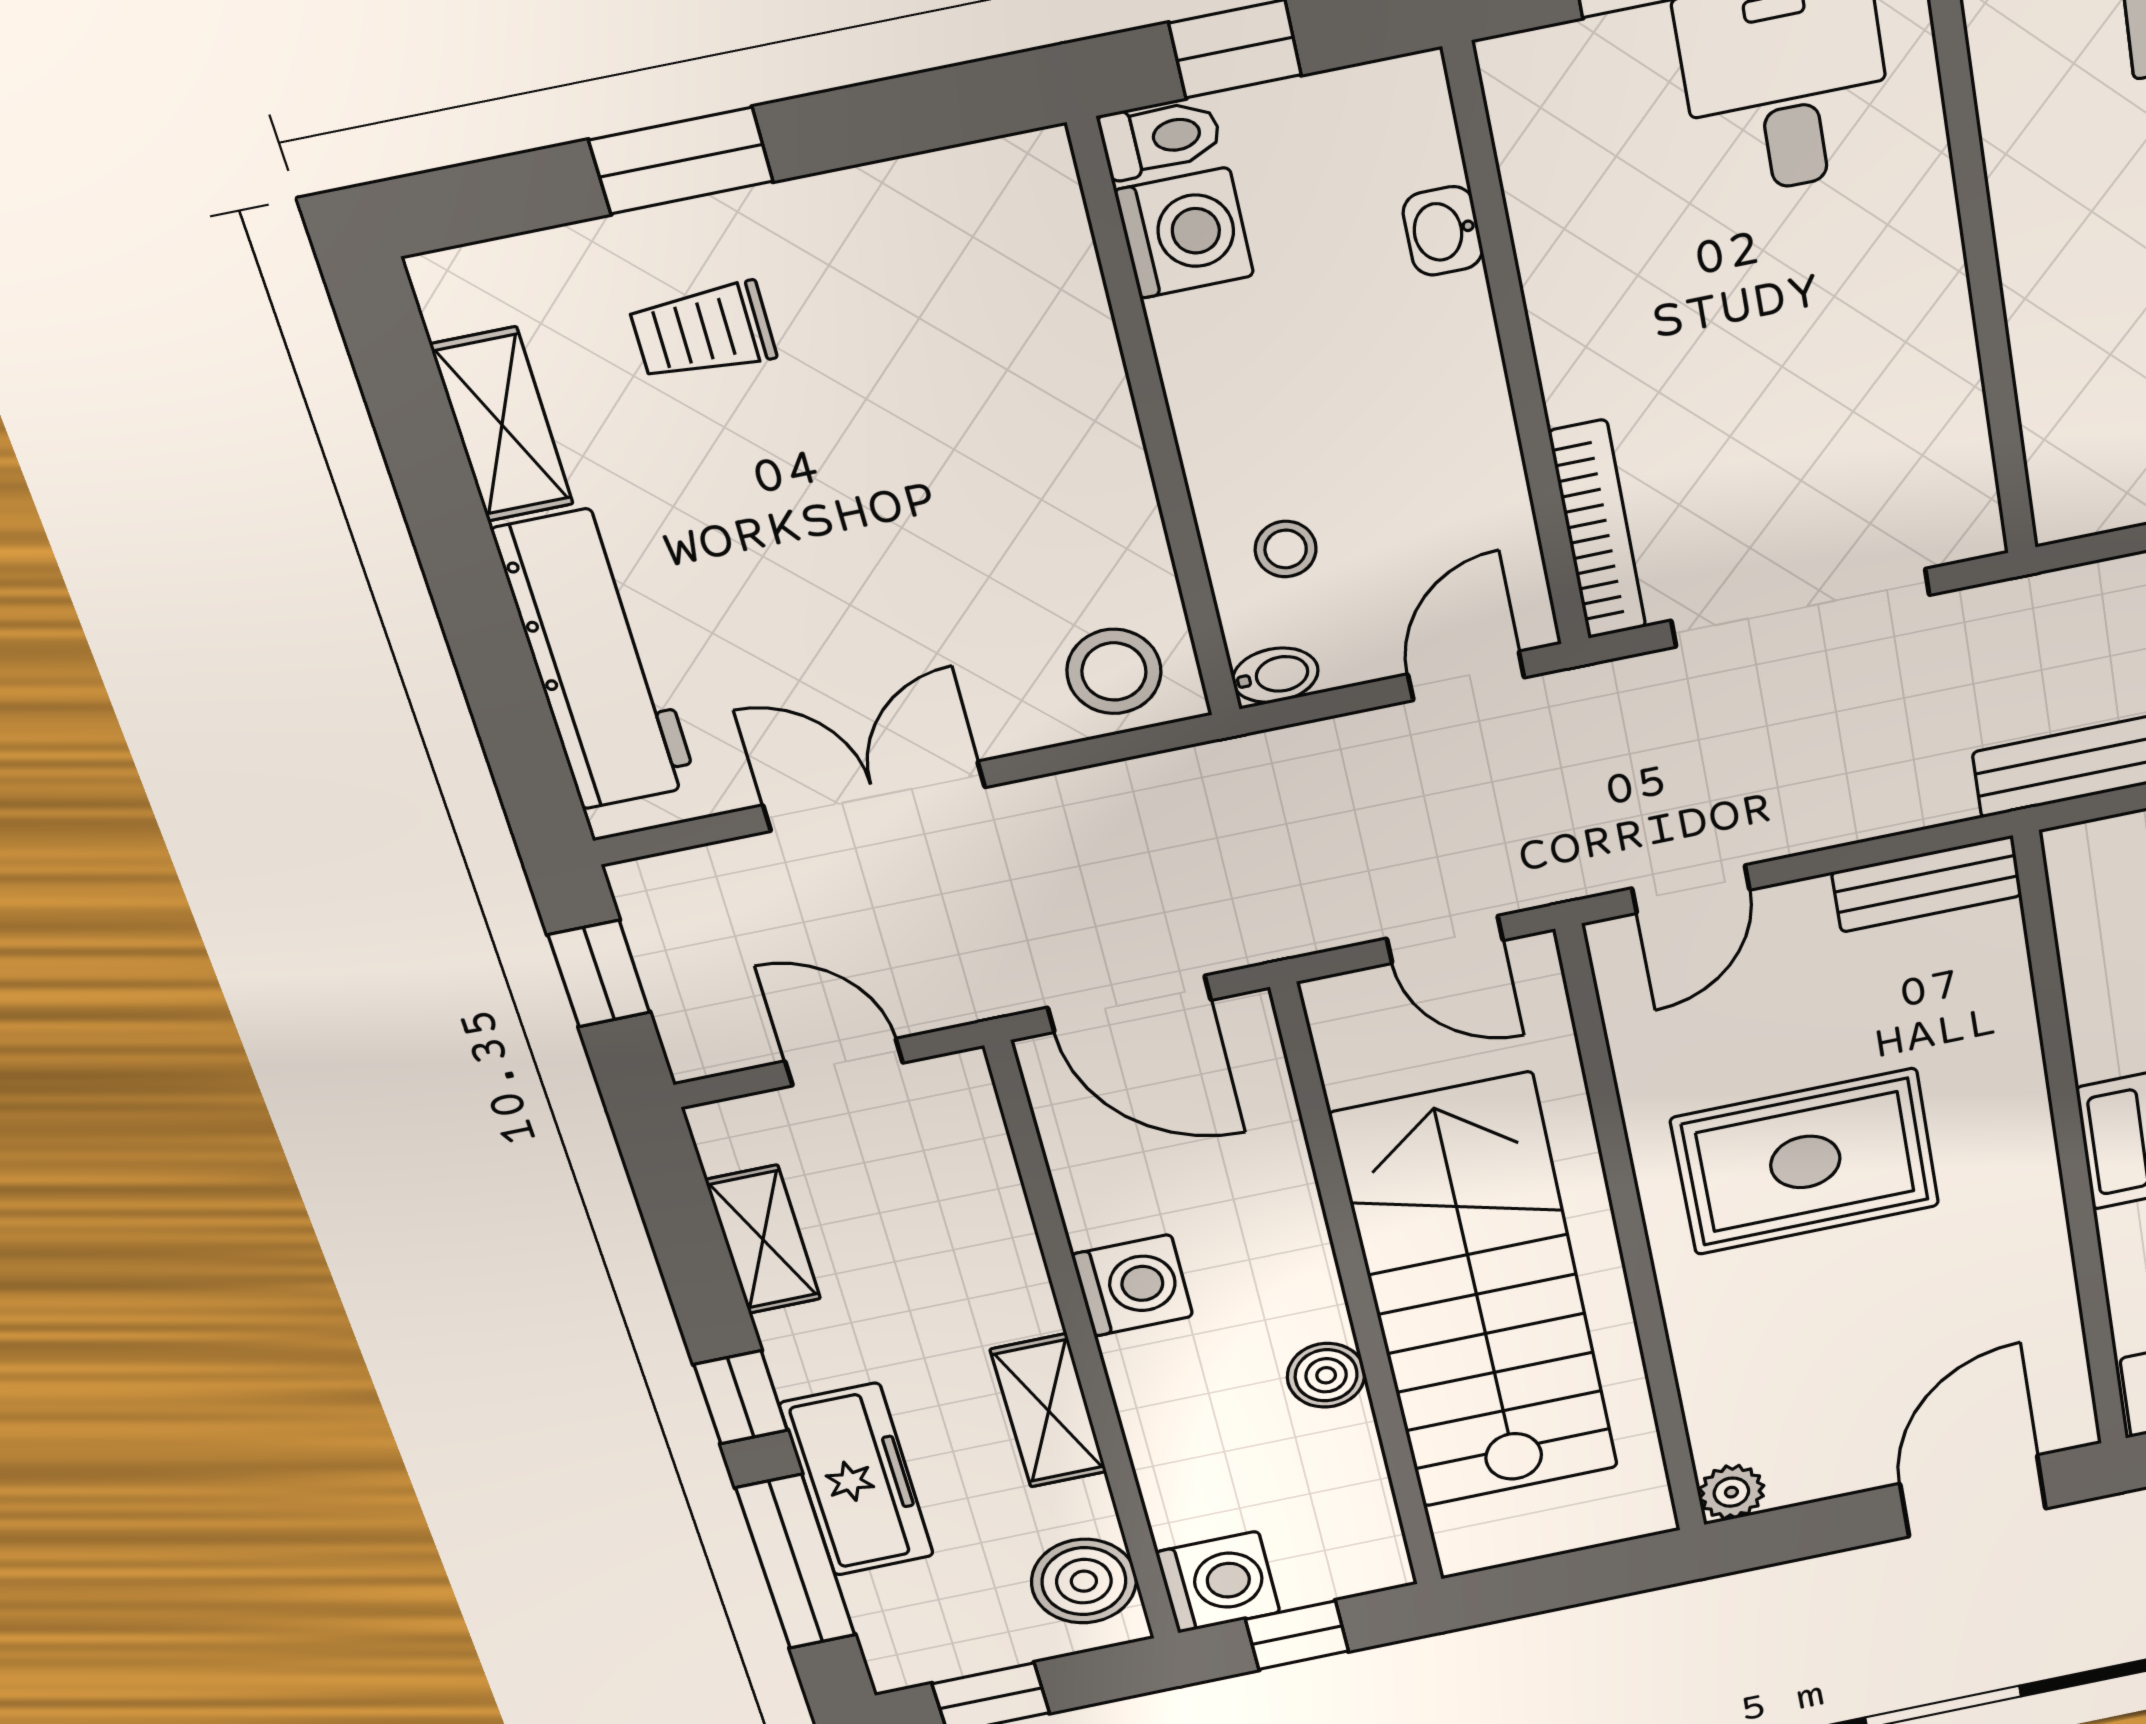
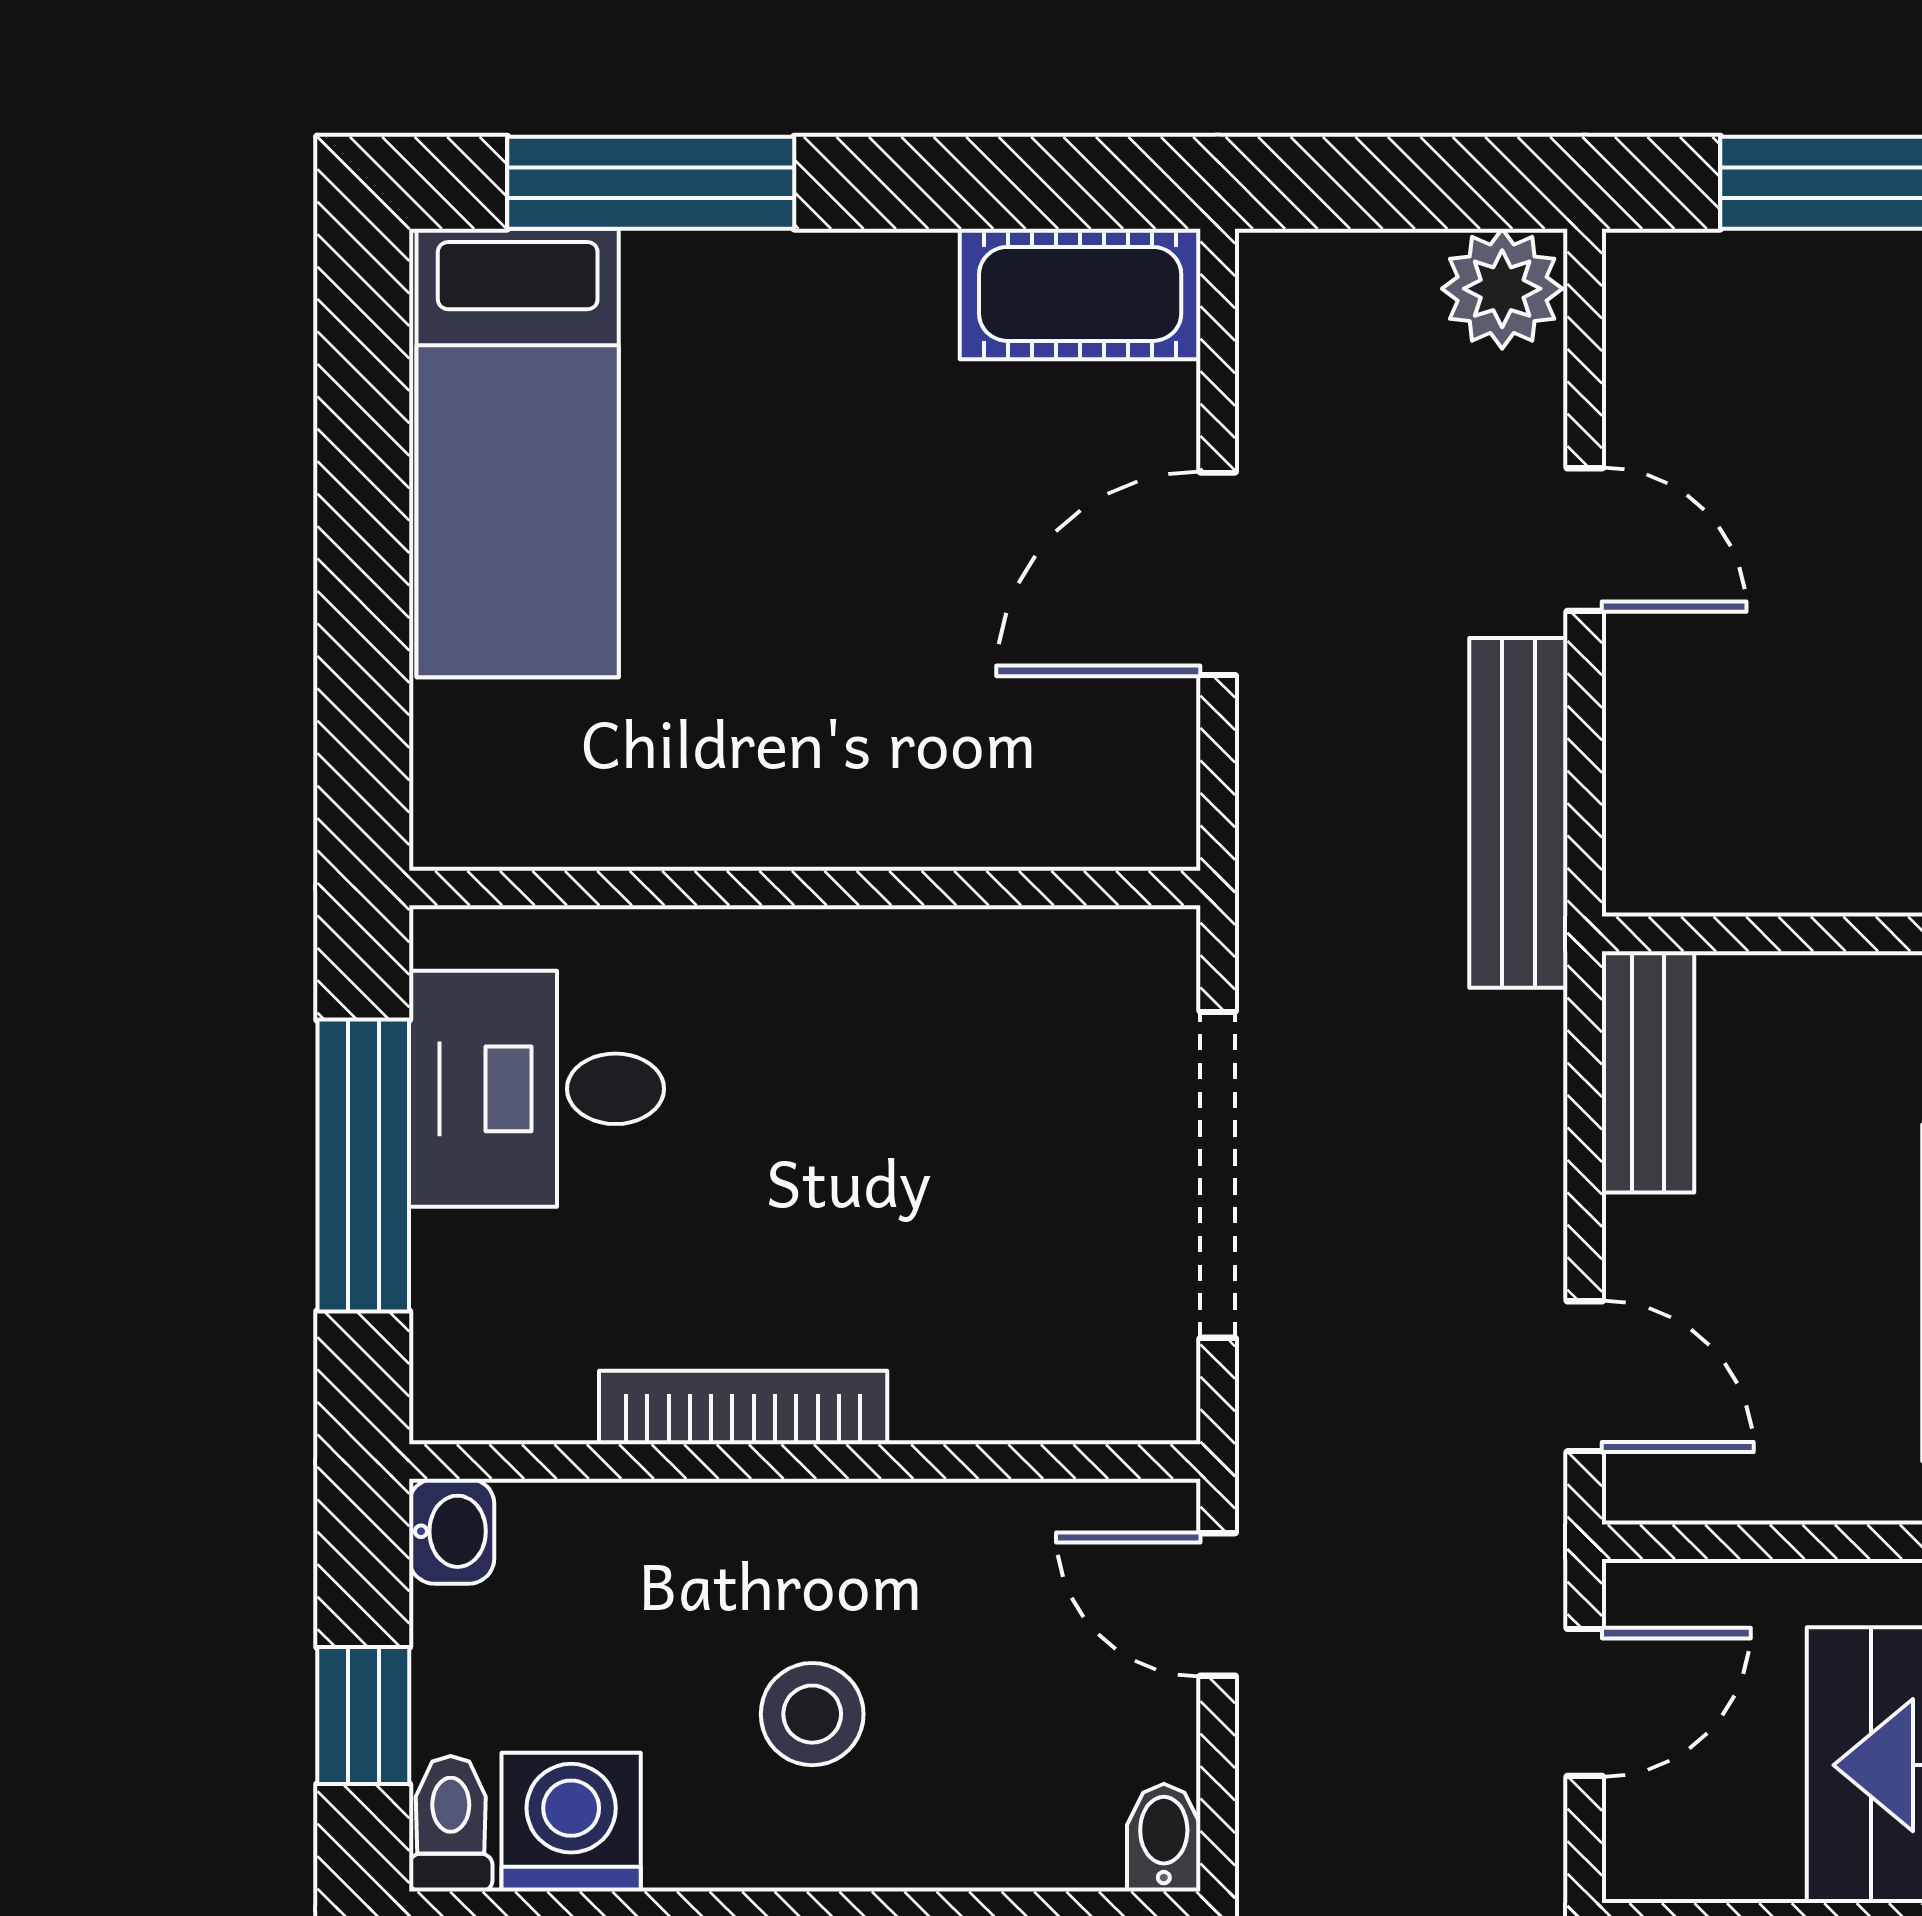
washbasin: (1443, 231) -> (452, 1531), moved, turned -90
bookcase: (1597, 530) -> (743, 1407), moved
stool: (1286, 549) -> (812, 1714), moved, width x1.37, depth x1.37

